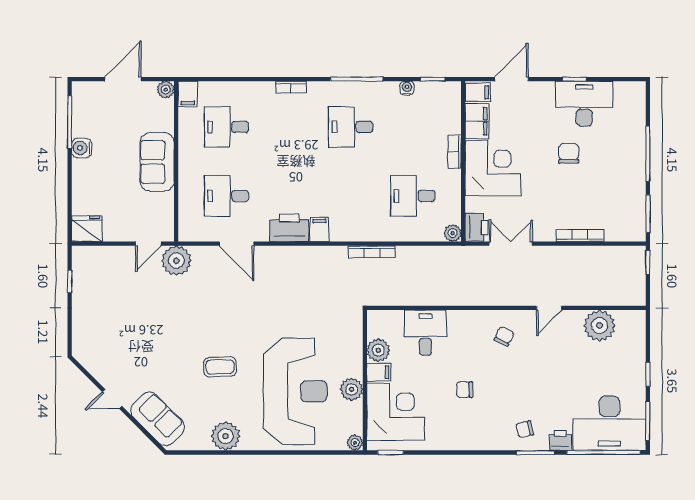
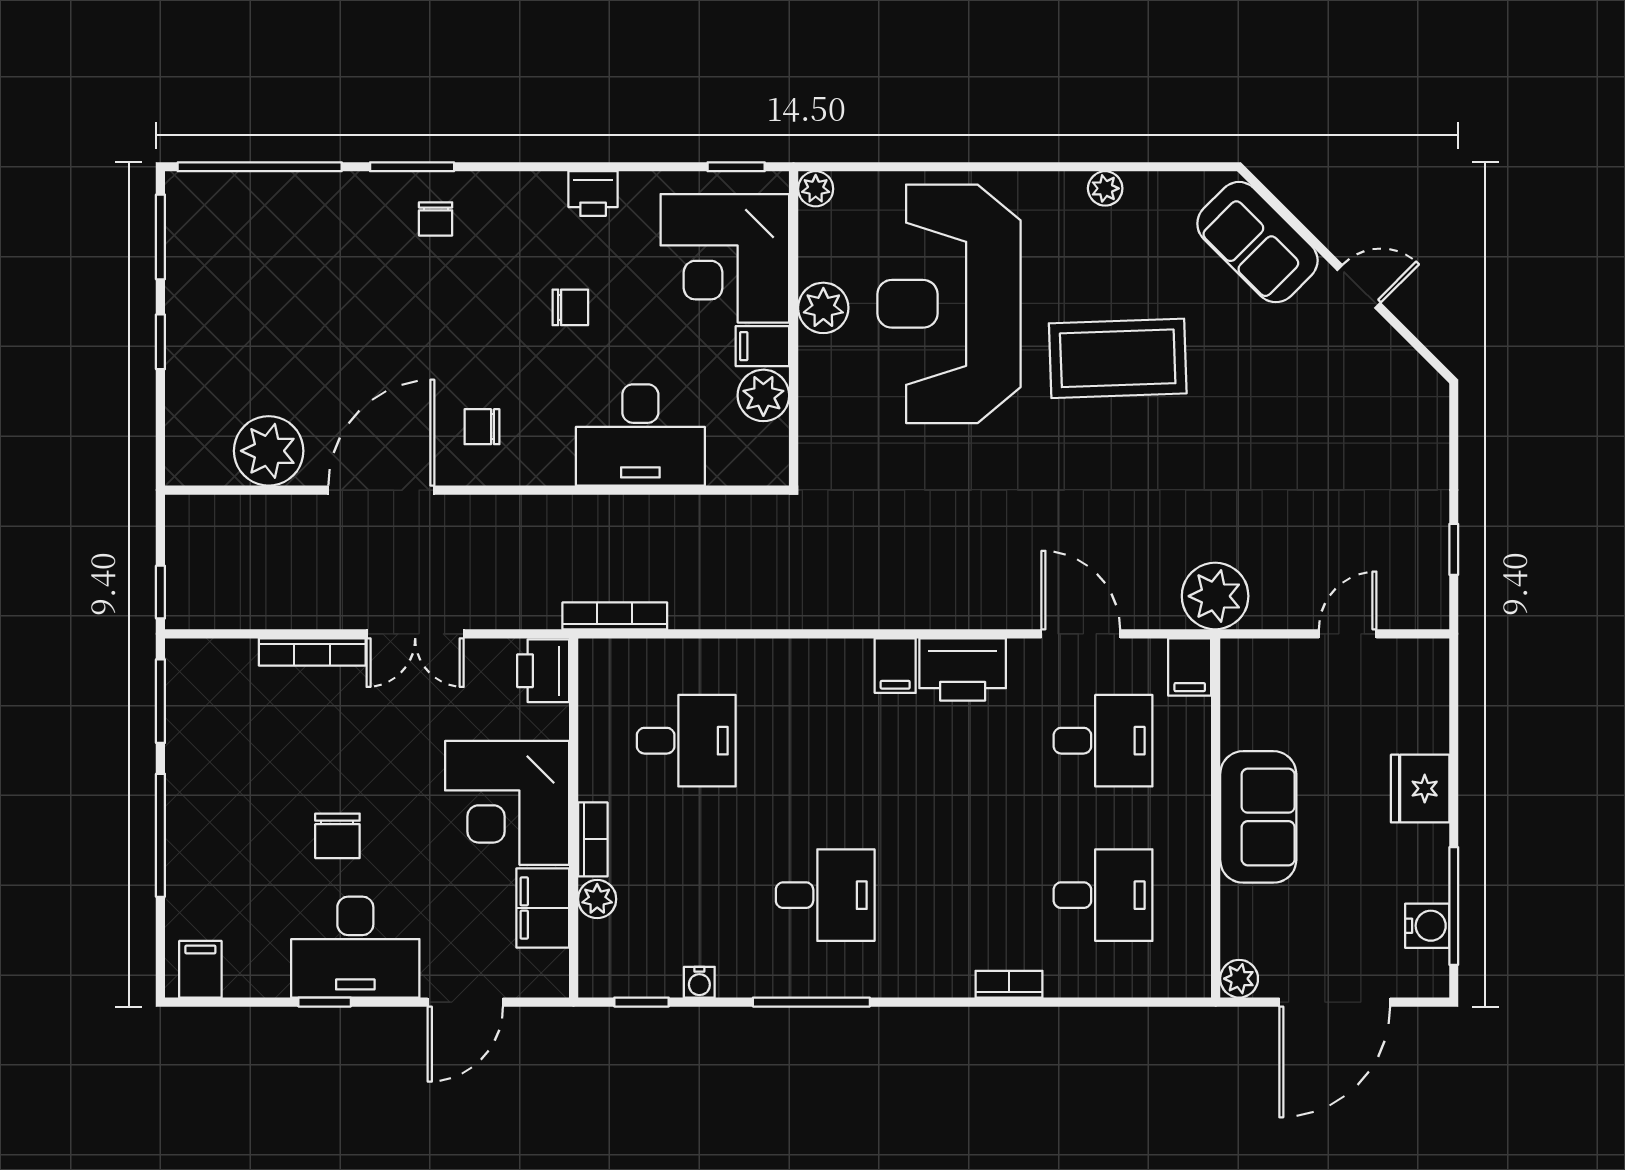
door: (123, 79) -> (1335, 1002), width x1.36
bookcase: (291, 87) -> (1009, 984), moved
filing cabinet: (478, 92) -> (200, 969), moved, turned 90
filing cabinet: (188, 94) -> (1190, 667), moved, turned 180
desk: (584, 104) -> (355, 947), moved
water cooler: (82, 148) -> (1427, 926), moved
fridge: (87, 229) -> (1420, 789), moved, turned 90
plant: (453, 233) -> (597, 899), moved
door: (148, 244) -> (1348, 634), moved
double door: (511, 244) -> (415, 634), moved
bookcase: (372, 252) -> (615, 616), moved
door: (549, 308) -> (381, 490), width x1.87
desk: (425, 333) -> (640, 435), width x1.37
chair: (504, 336) -> (482, 427), turned 64
coffee table: (220, 367) -> (1118, 358), width x1.86, depth x1.72
desk: (609, 423) -> (246, 232), removed
chair: (525, 429) -> (436, 219), turned 103
plant: (226, 436) -> (1105, 188), width x0.53, depth x0.53
printer: (560, 440) -> (593, 194), moved

